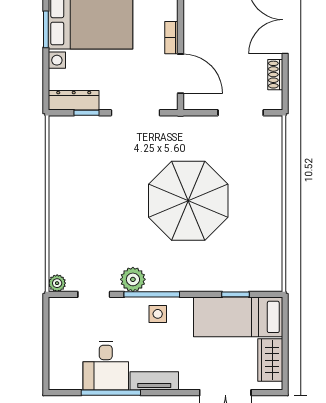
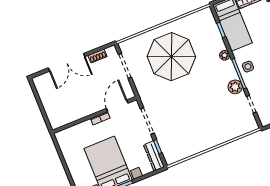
parasol: (188, 201) -> (171, 57), moved
plant: (57, 283) -> (225, 55), moved

